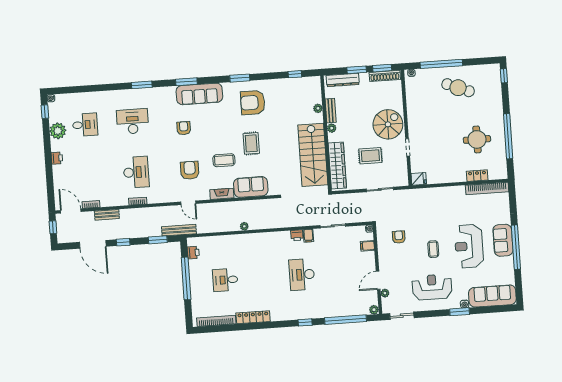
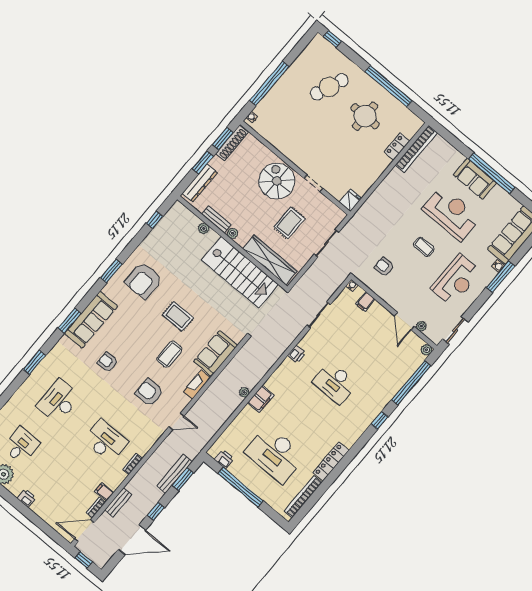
cafe table: (458, 88) -> (329, 87), moved
filing cabinet: (105, 200) -> (104, 492), added
bench: (179, 230) -> (175, 474), moved
filing cabinet: (308, 236) -> (261, 399), moved, width x2.00
reception desk: (469, 246) -> (451, 213), turned 180
desk: (225, 280) -> (275, 454), width x1.87, depth x1.30
reception desk: (432, 287) -> (456, 280), turned 180
window: (460, 312) -> (501, 277), width x1.44

